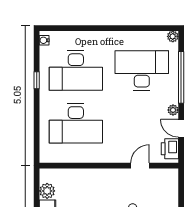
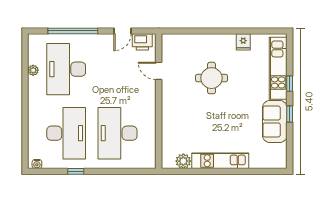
plant: (173, 36) -> (33, 70), moved
plant: (173, 110) -> (105, 39), removed
desk: (76, 123) -> (118, 133), turned 180

